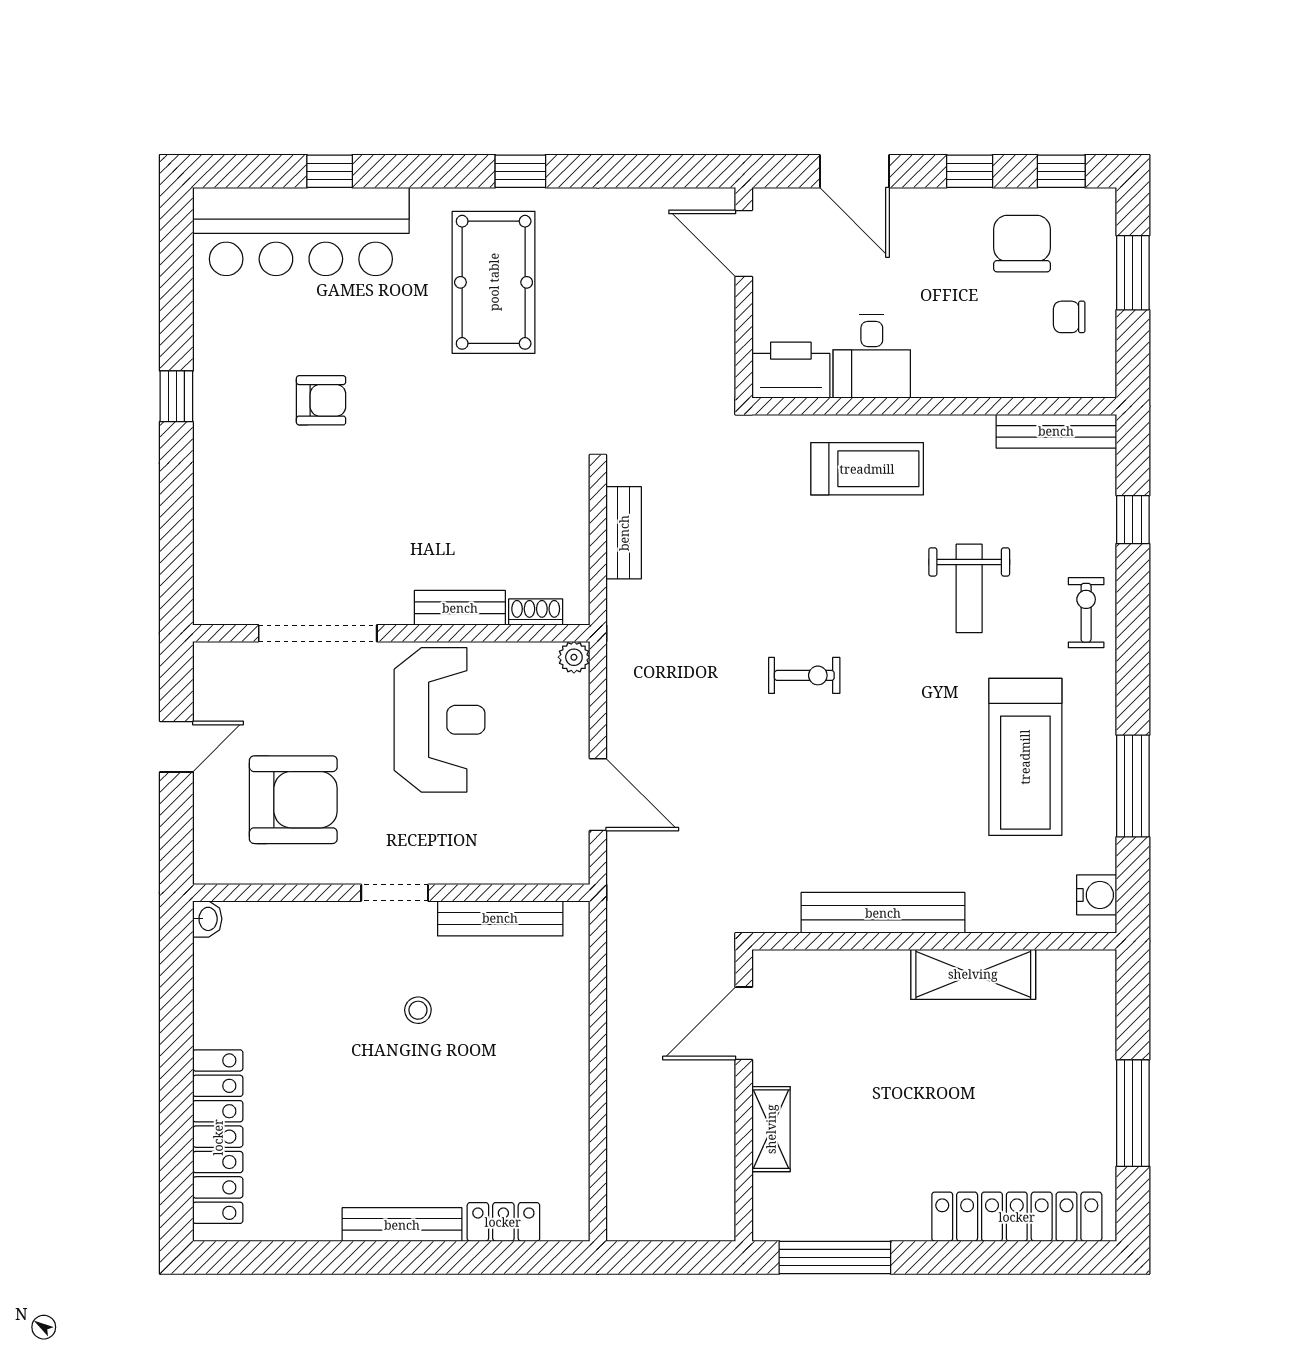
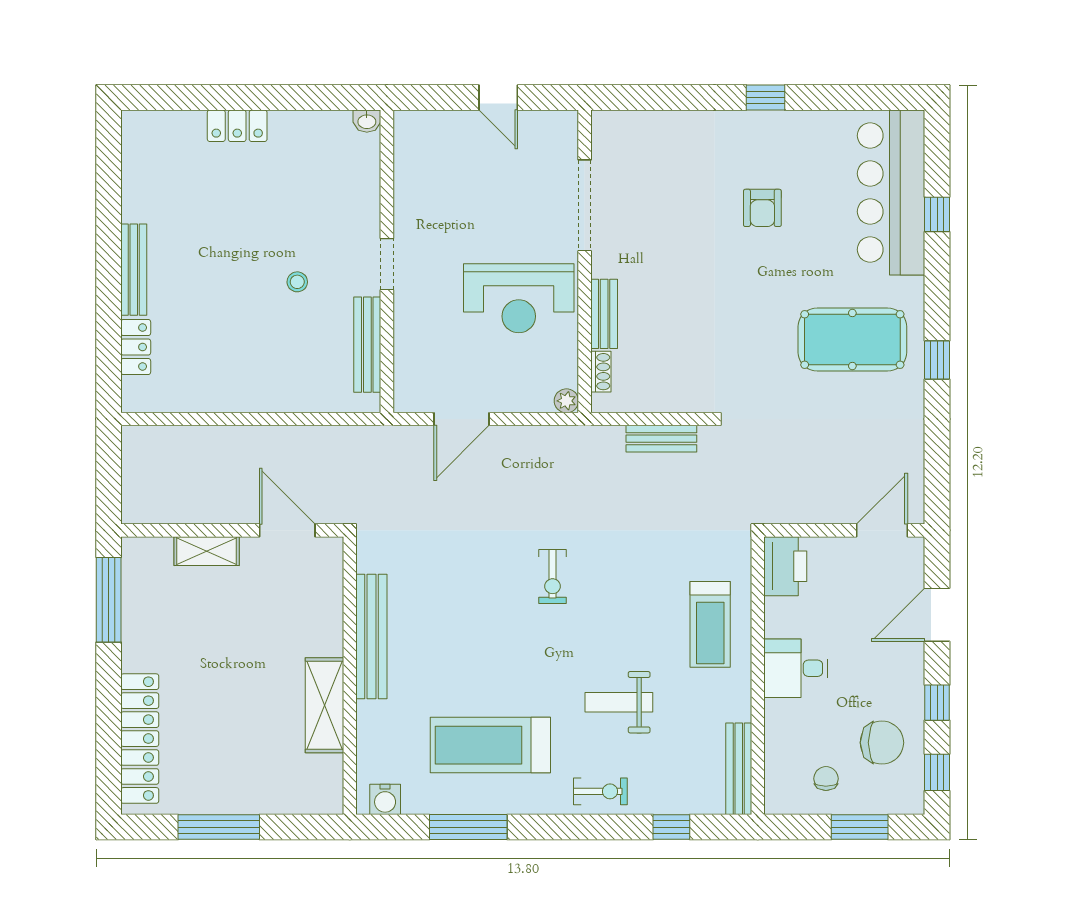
desk: (872, 357) -> (796, 668), moved
armchair: (293, 800) -> (458, 187), removed
locker: (218, 1137) -> (237, 126), width x0.46, depth x0.83

